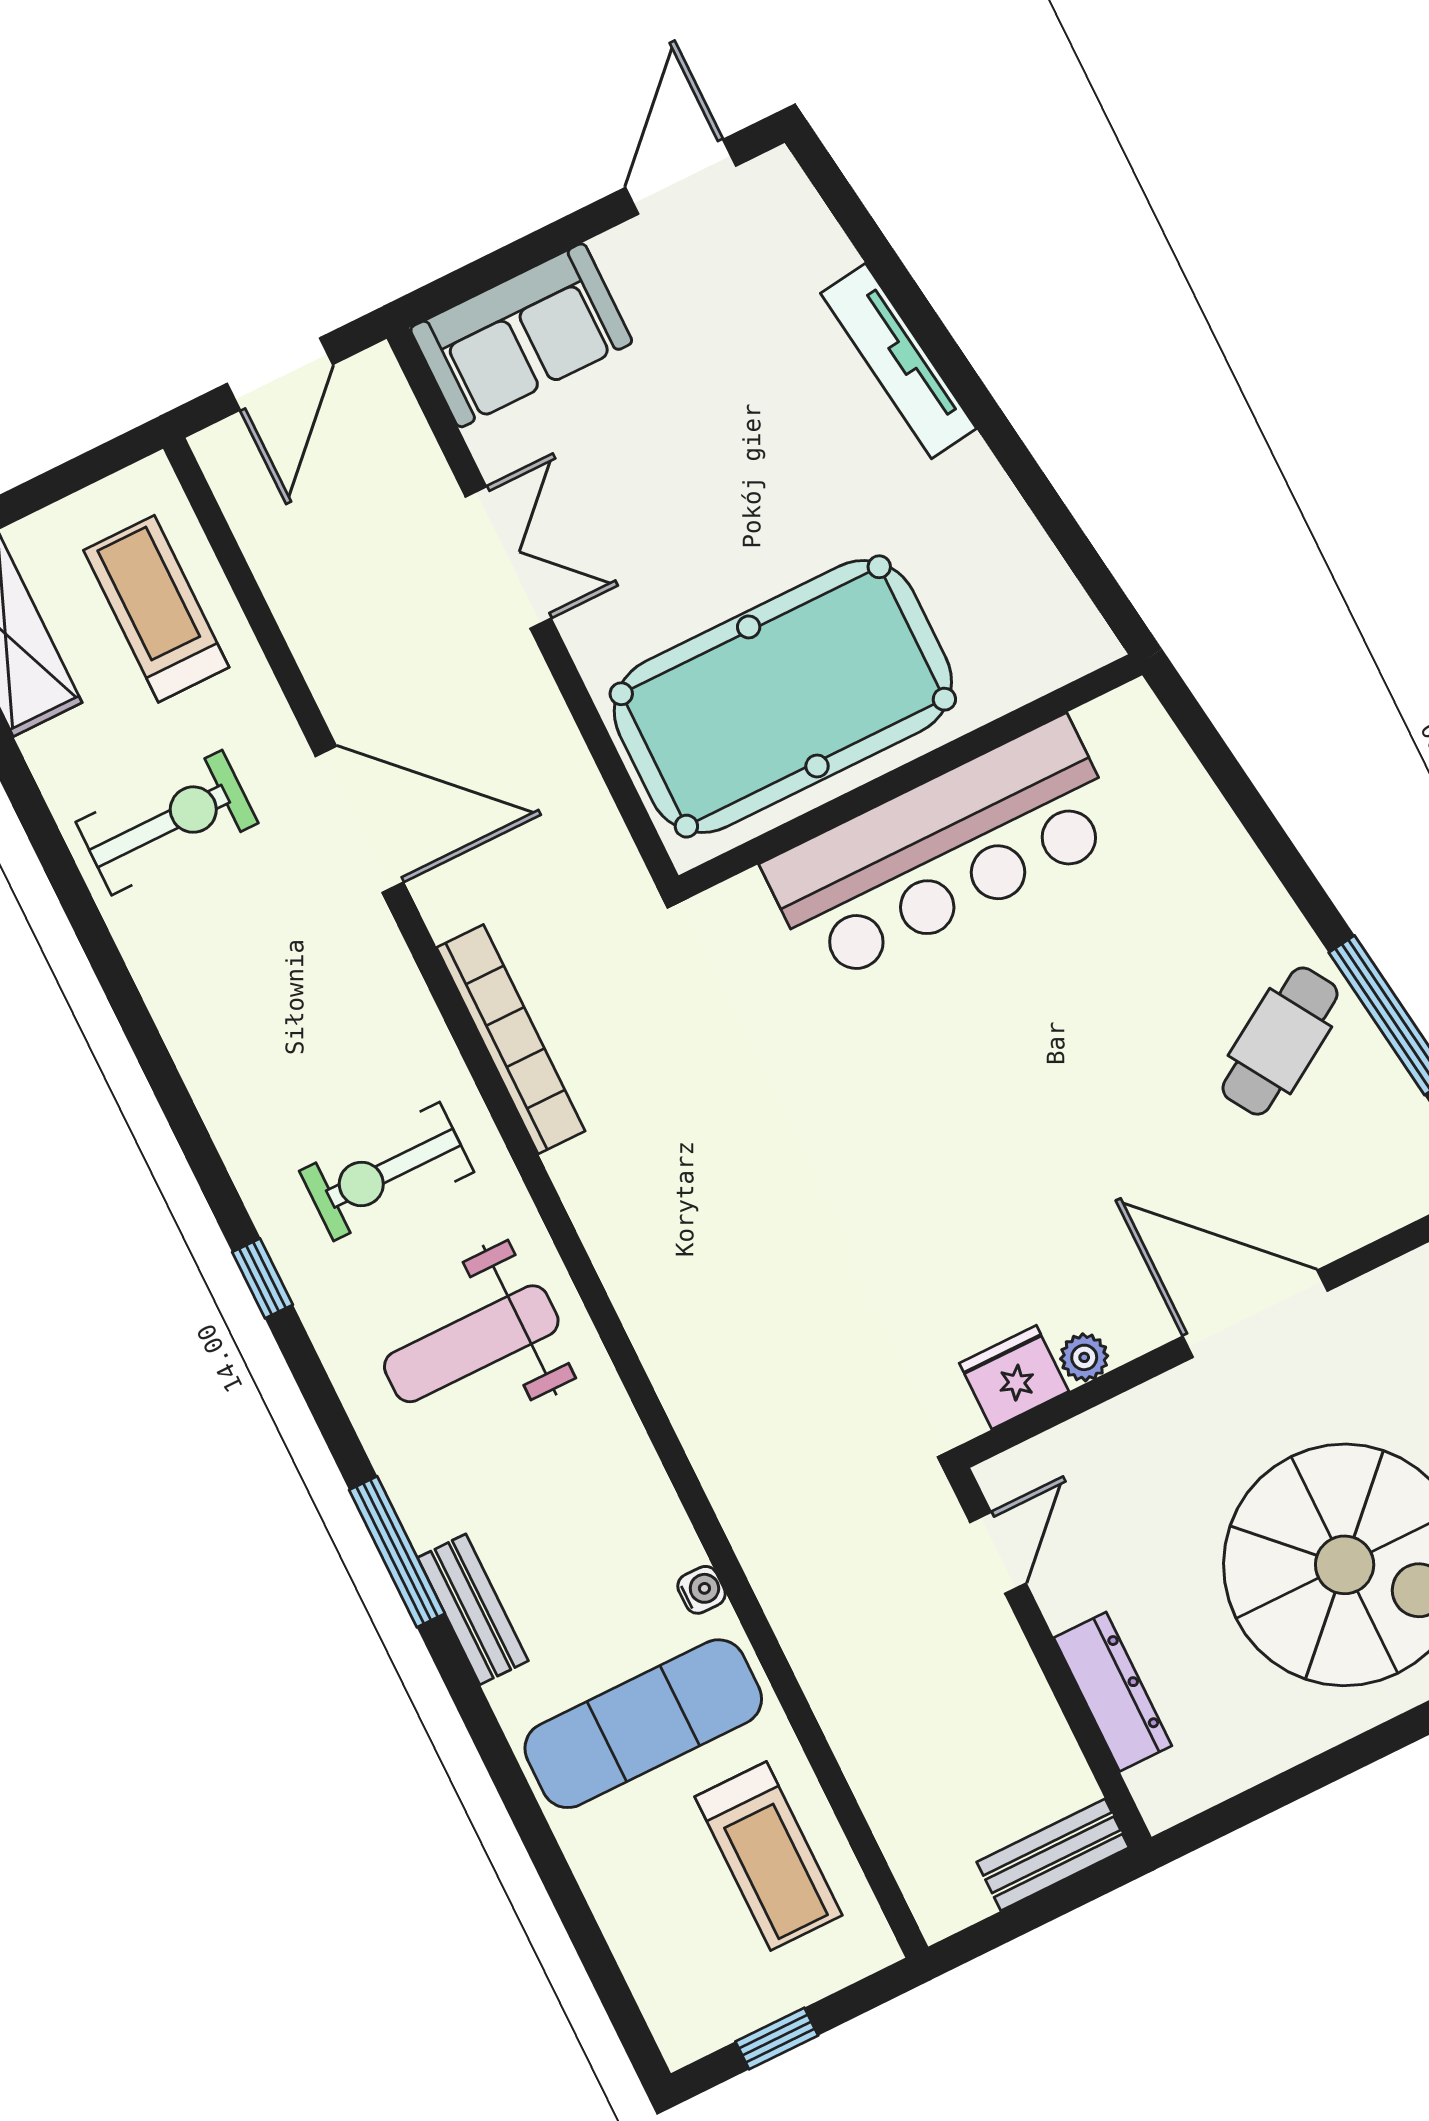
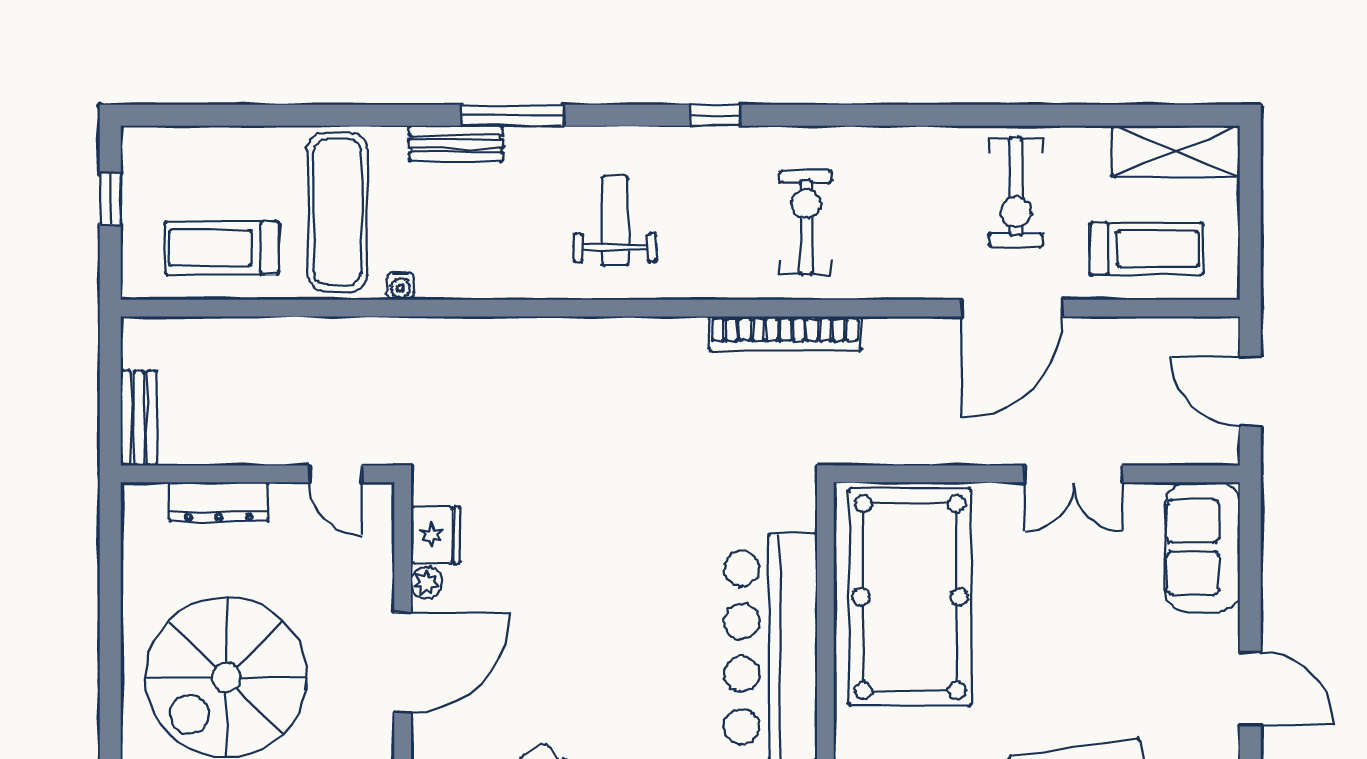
door: (359, 819) -> (1012, 308), moved
exercise bike: (387, 1172) -> (806, 222), moved
door: (1255, 1314) -> (403, 663), moved
weight bench: (471, 1344) -> (615, 221), width x0.73, depth x0.75

